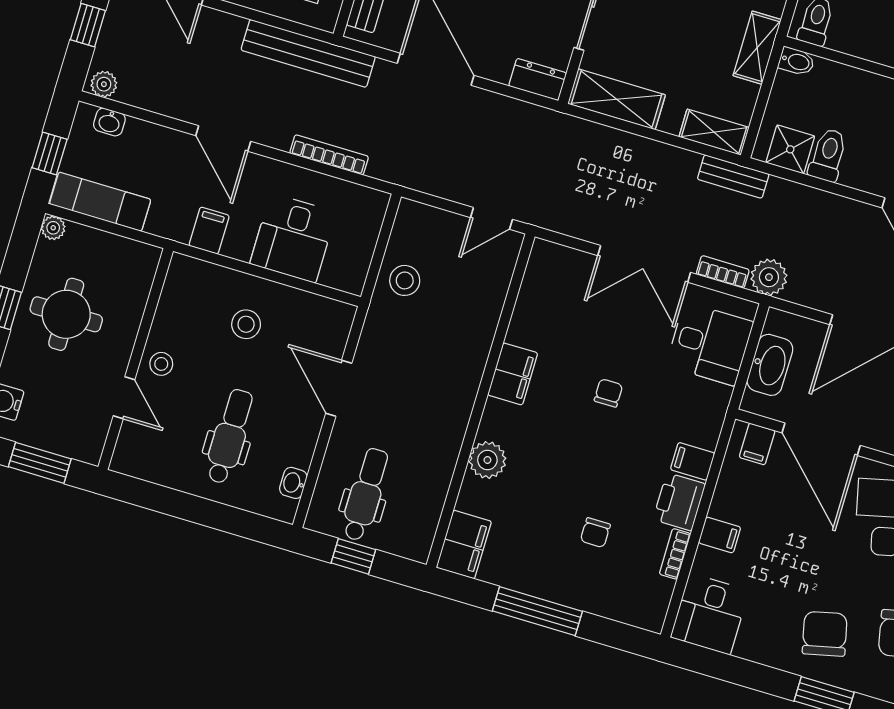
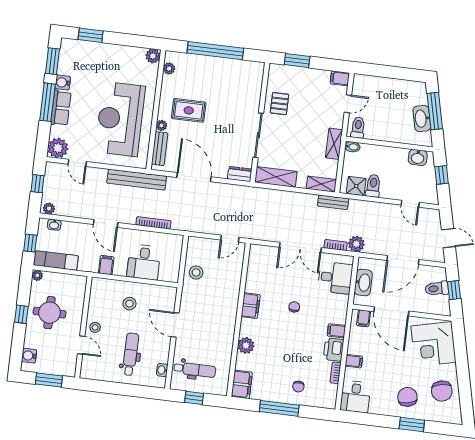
dental chair: (365, 494) -> (195, 370), turned 90
chair: (595, 533) -> (298, 387), moved

